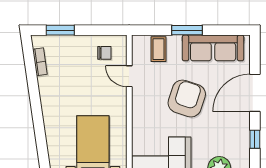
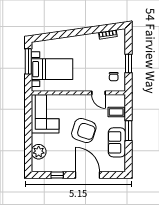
window: (60, 30) -> (128, 63), moved
sofa: (213, 48) -> (117, 142), width x0.73
door: (129, 76) -> (98, 93), swing flipped

